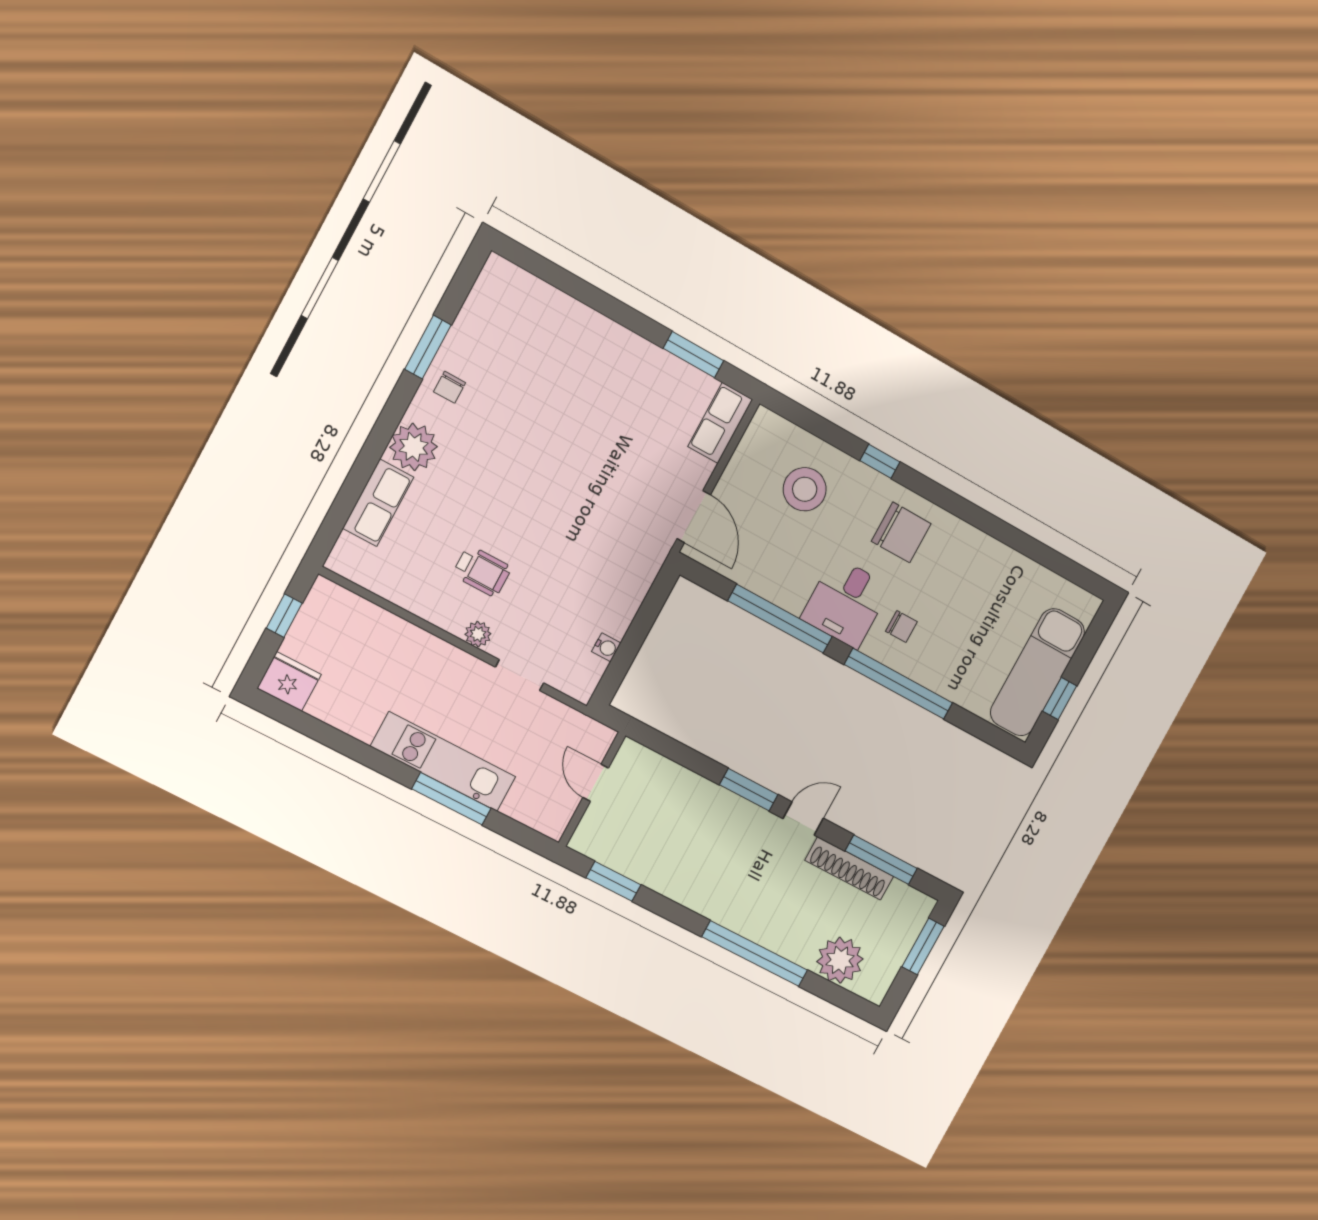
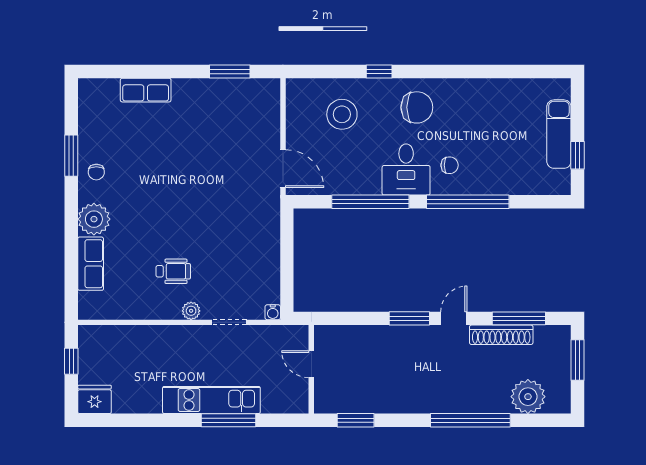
row of seats: (720, 423) -> (146, 90), moved, turned -90
water cooler: (606, 647) -> (273, 312), moved, turned 90
exam couch: (1037, 672) -> (559, 134), width x0.73, depth x0.69

